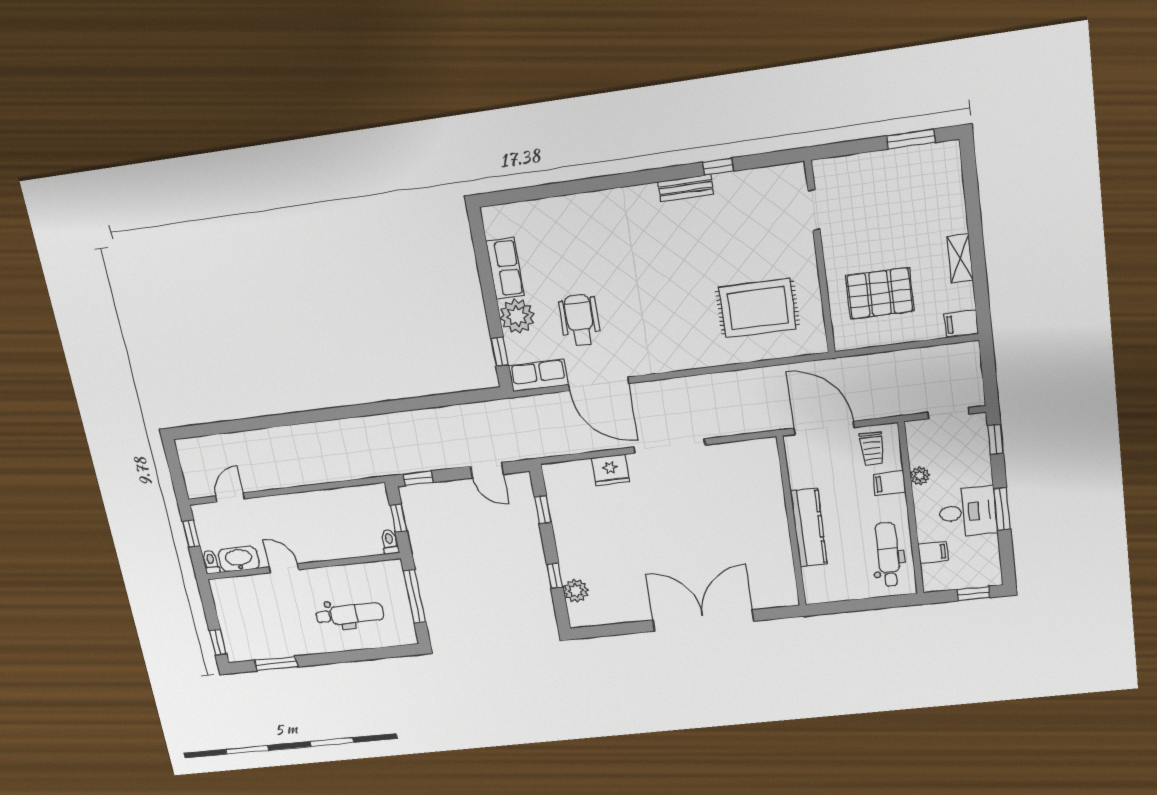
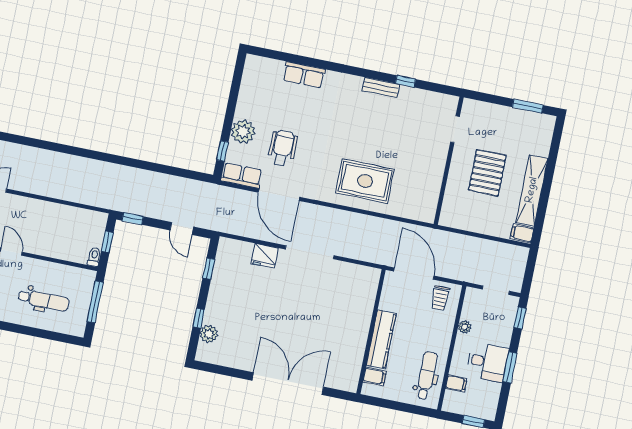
shelving: (960, 258) -> (532, 190), width x2.20, depth x1.33
row of seats: (505, 269) -> (304, 75), moved, turned 90
pallet: (880, 293) -> (487, 173), moved, turned 90
rug: (758, 308) -> (365, 181), moved
filing cabinet: (889, 483) -> (375, 377), moved, turned 180

